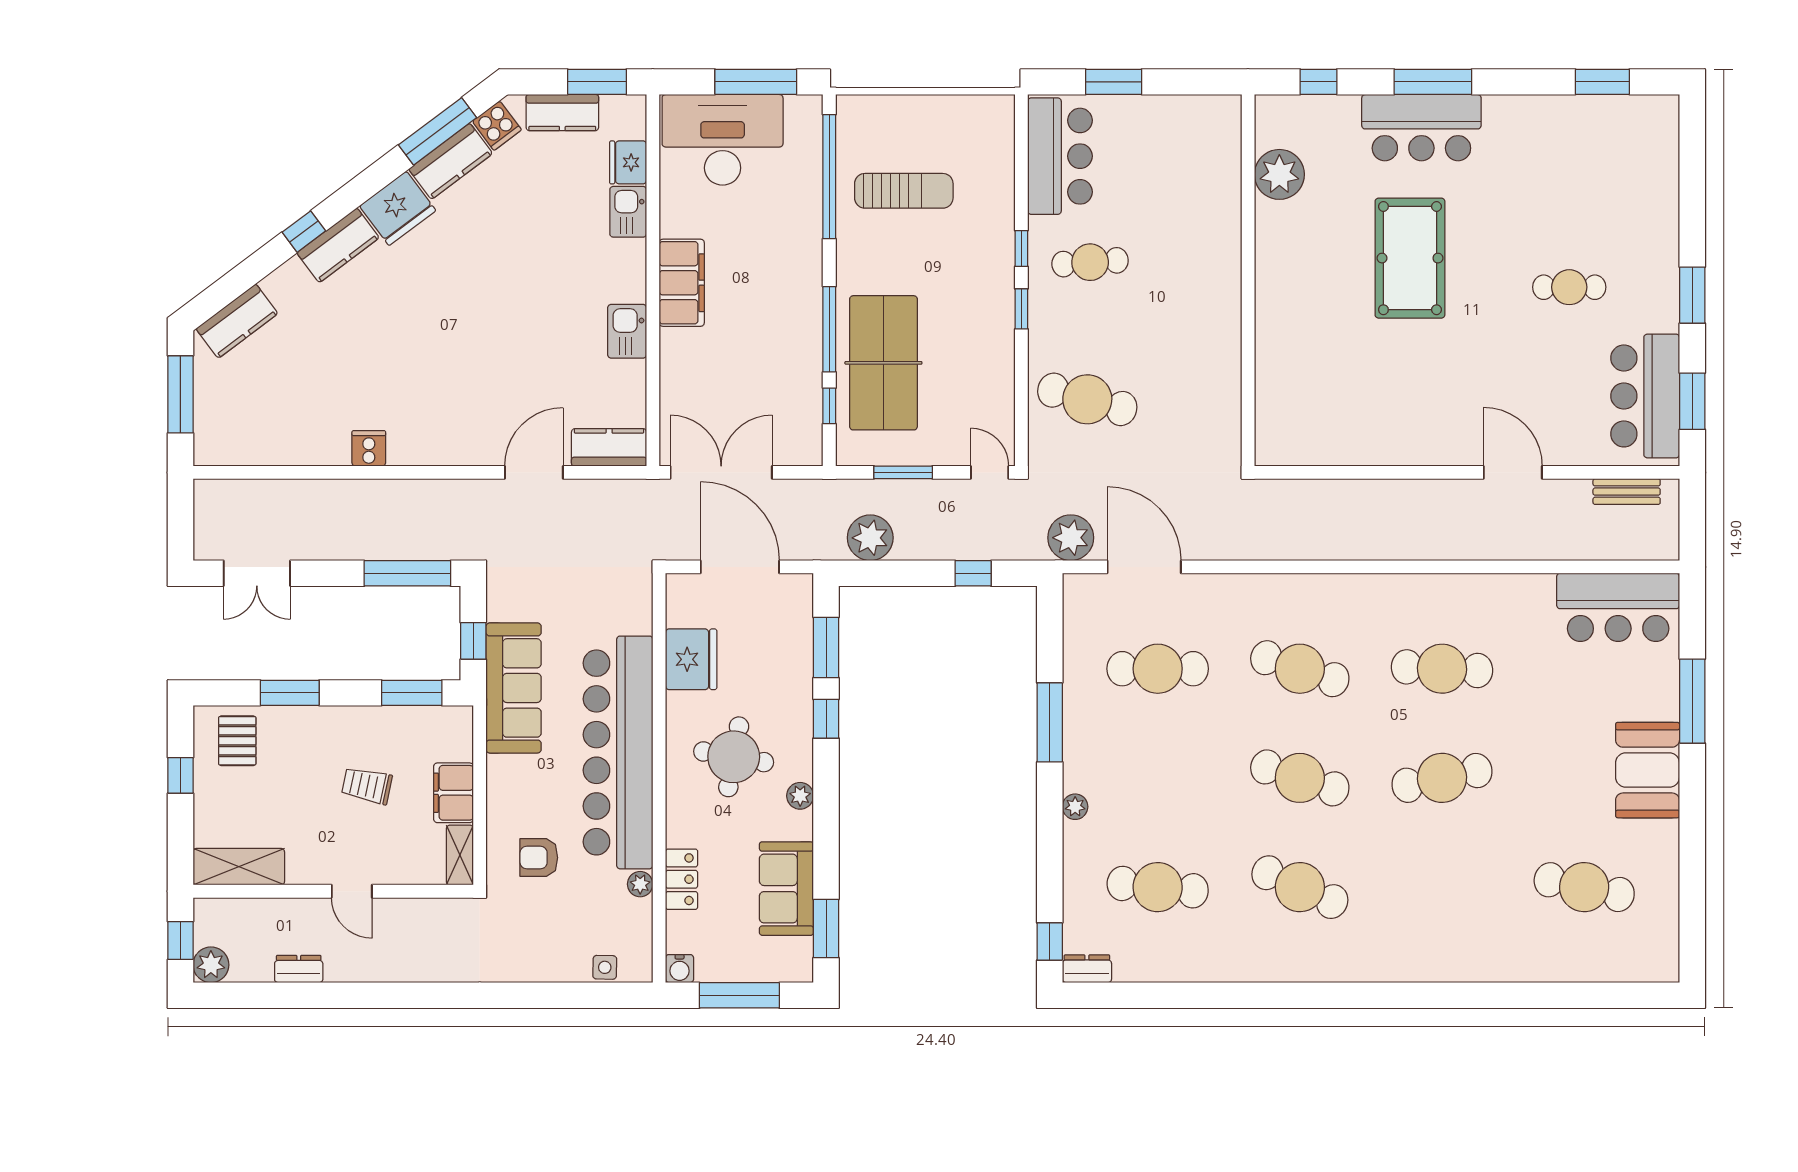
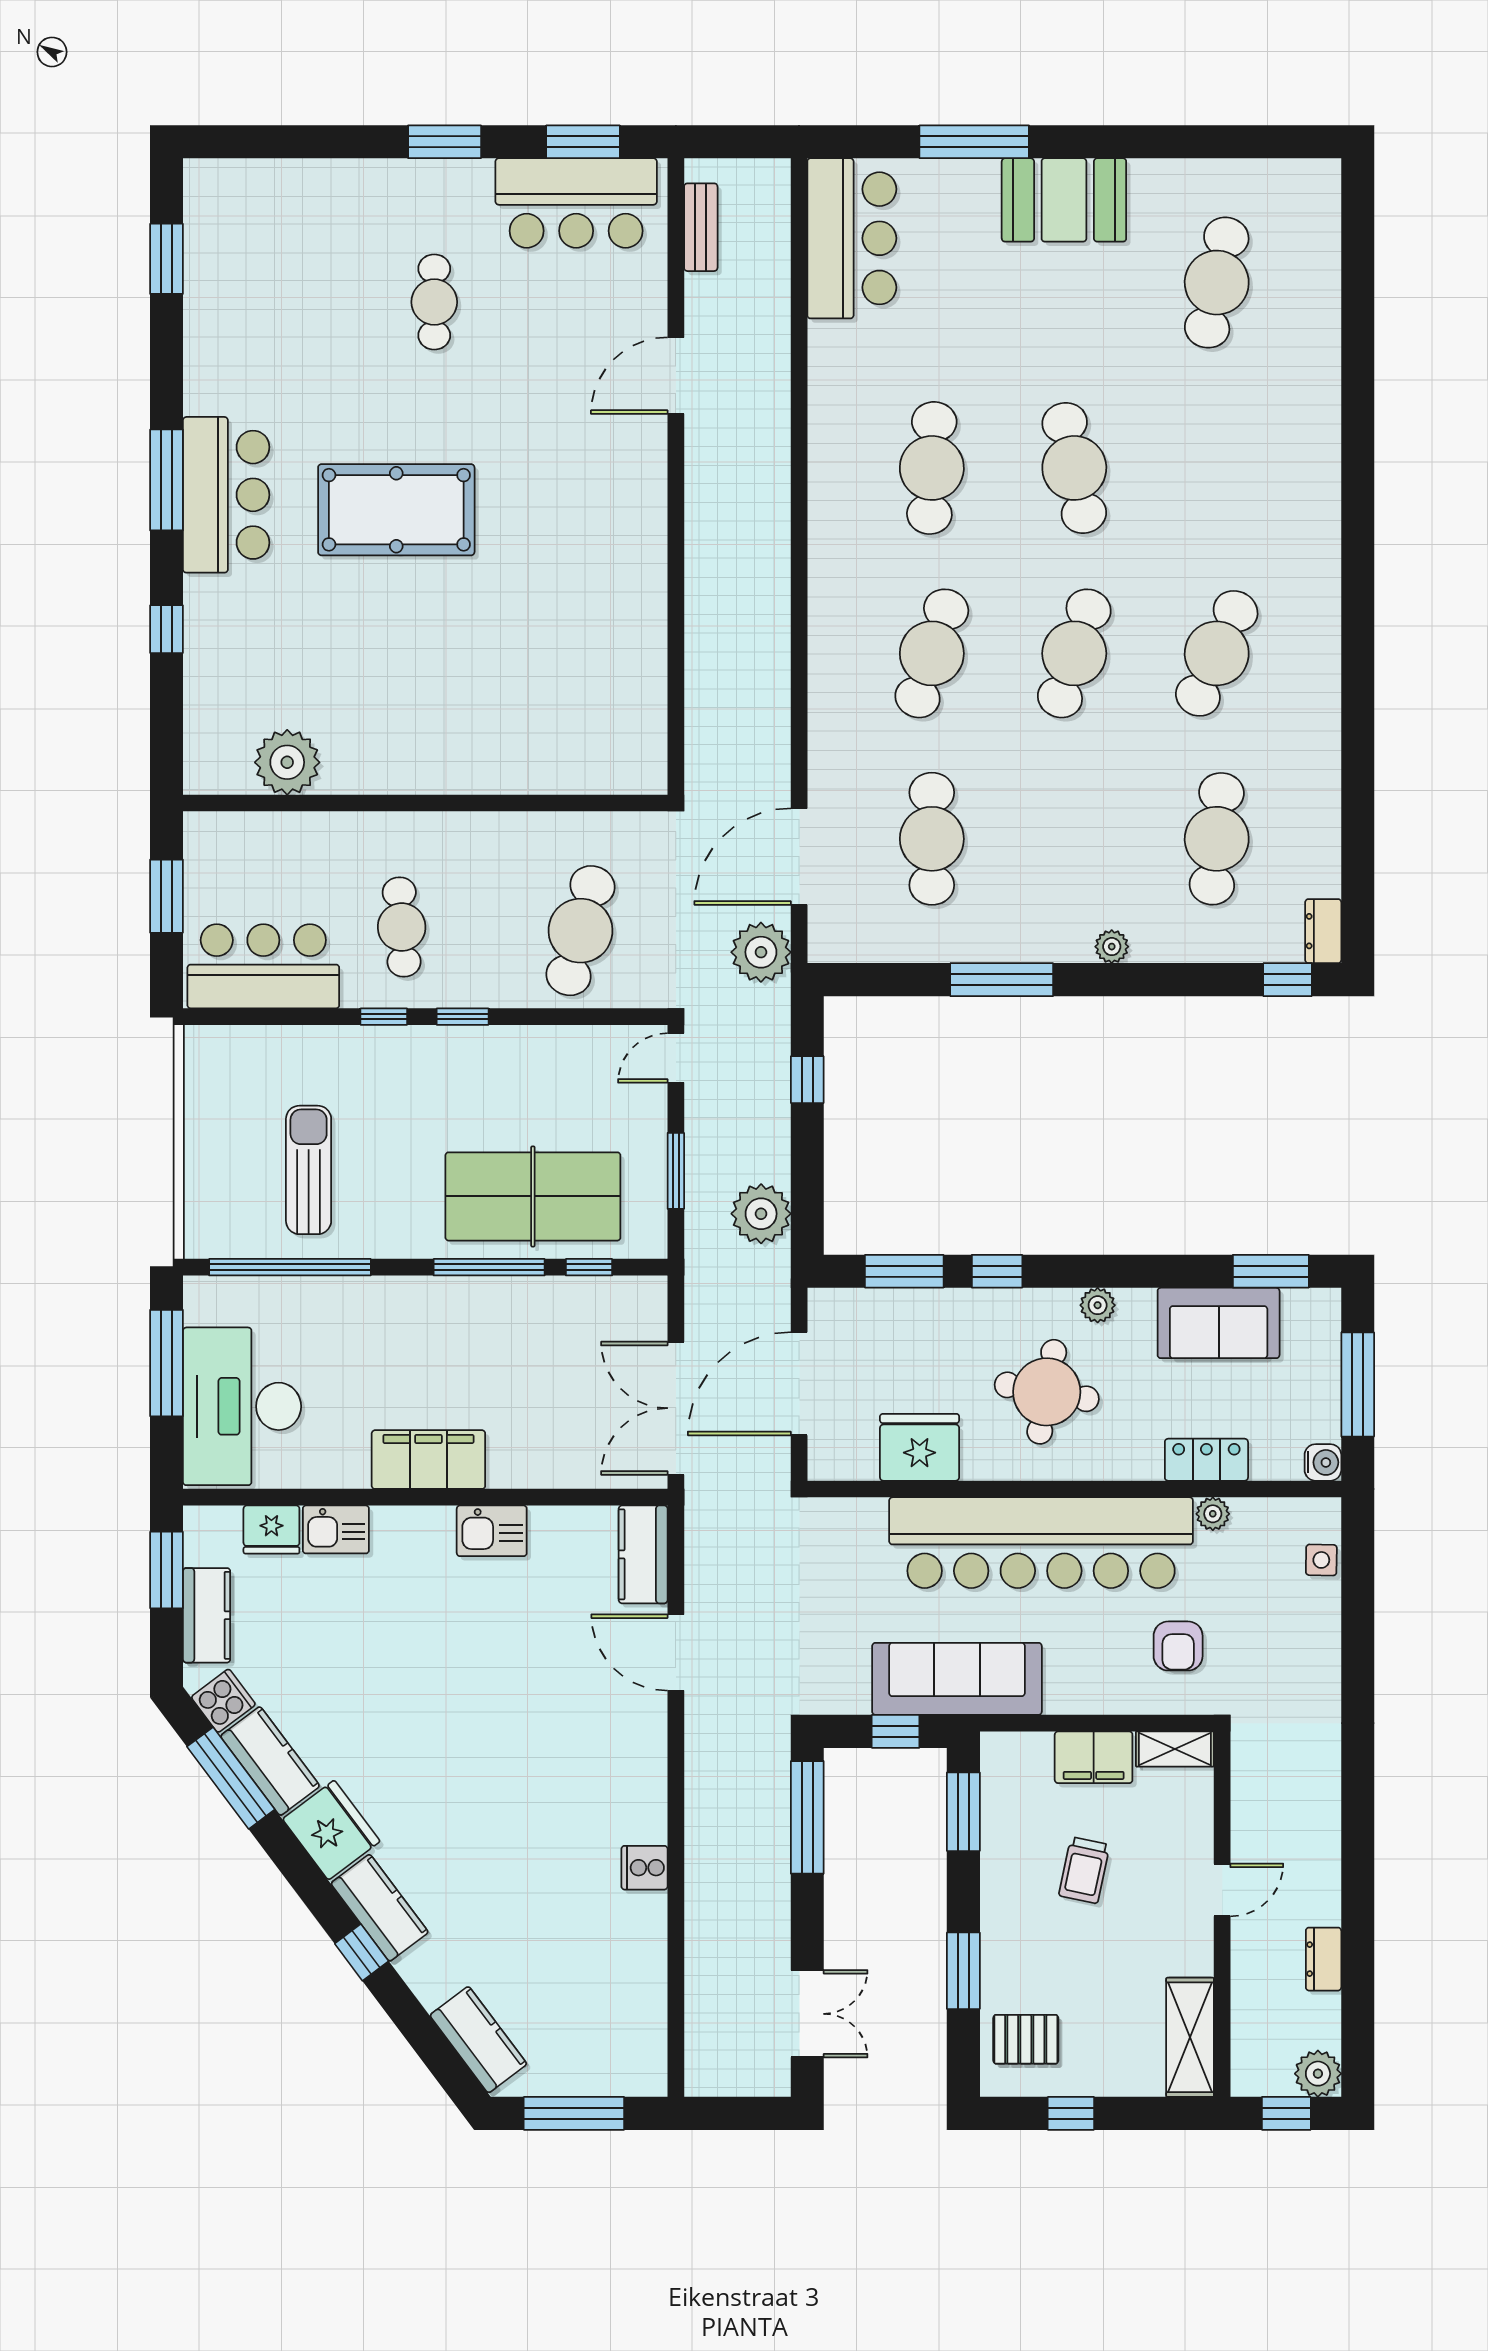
plant: (1279, 174) -> (287, 762), moved
wall: (1248, 280) -> (425, 803), moved

